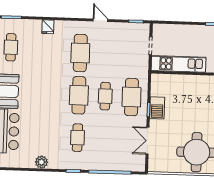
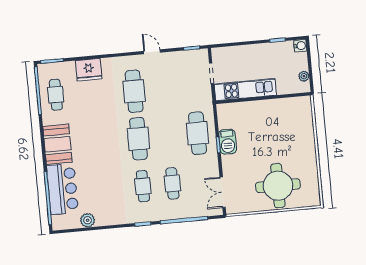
fridge: (48, 27) -> (89, 70), width x1.88, depth x1.34
cafe table: (105, 96) -> (172, 183), moved
double door: (147, 141) -> (223, 192), moved
plant: (41, 162) -> (88, 220), moved

